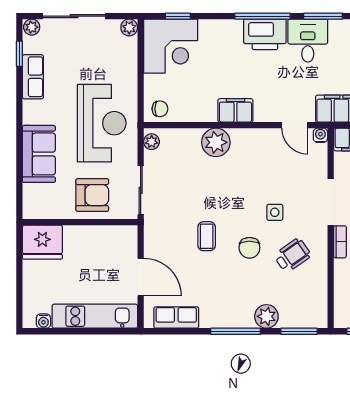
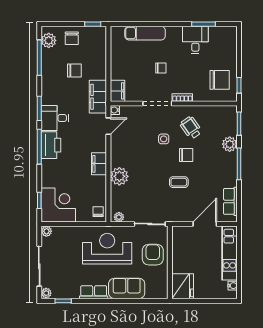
row of seats: (33, 77) -> (94, 292), moved

